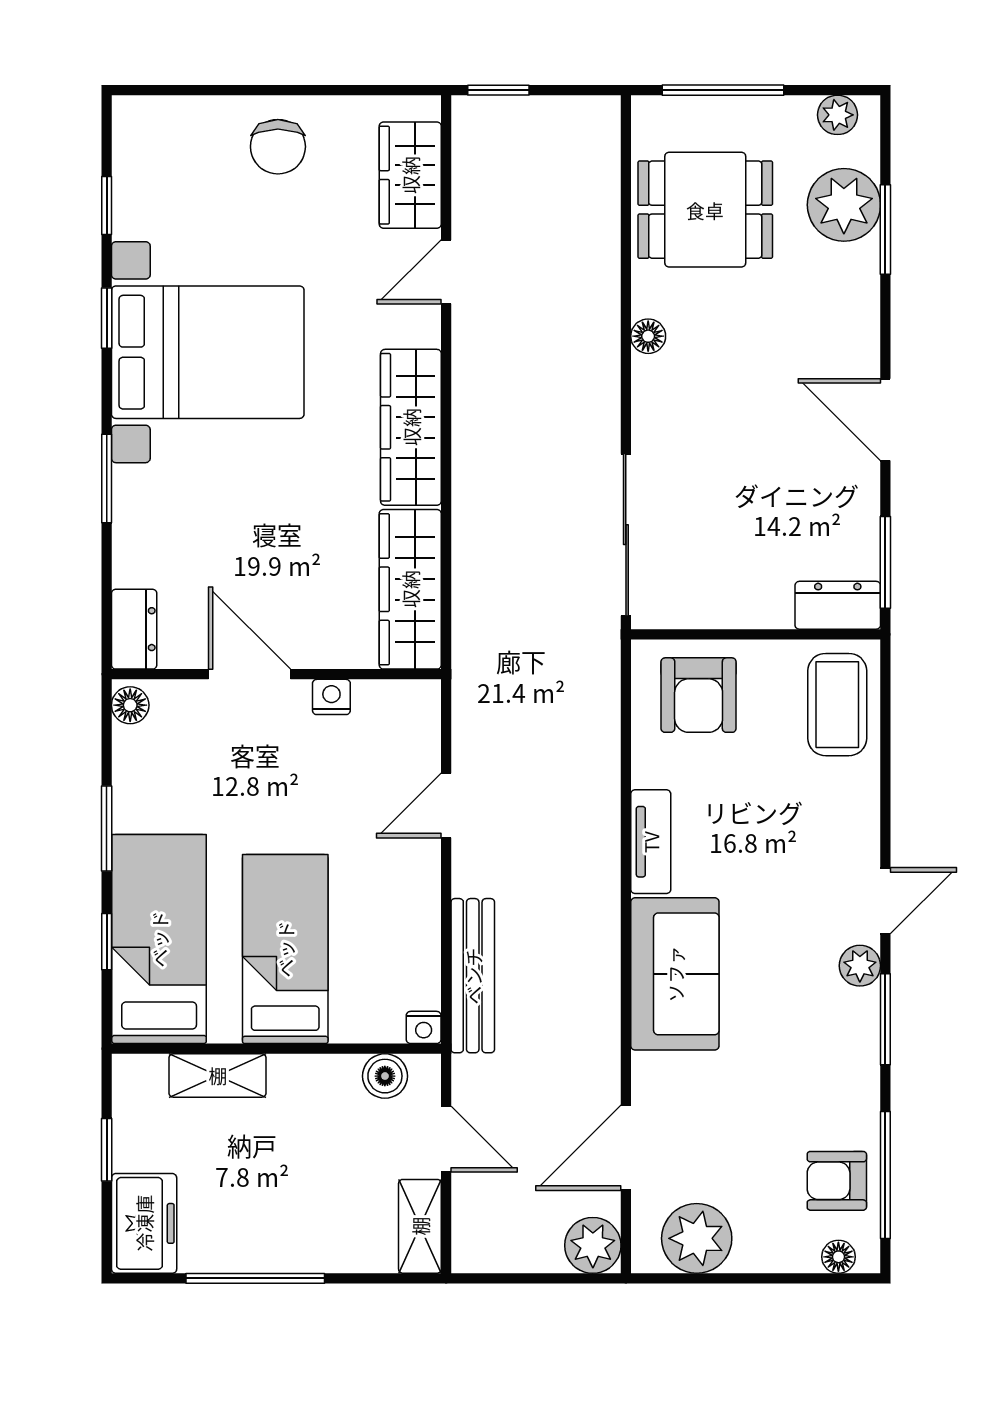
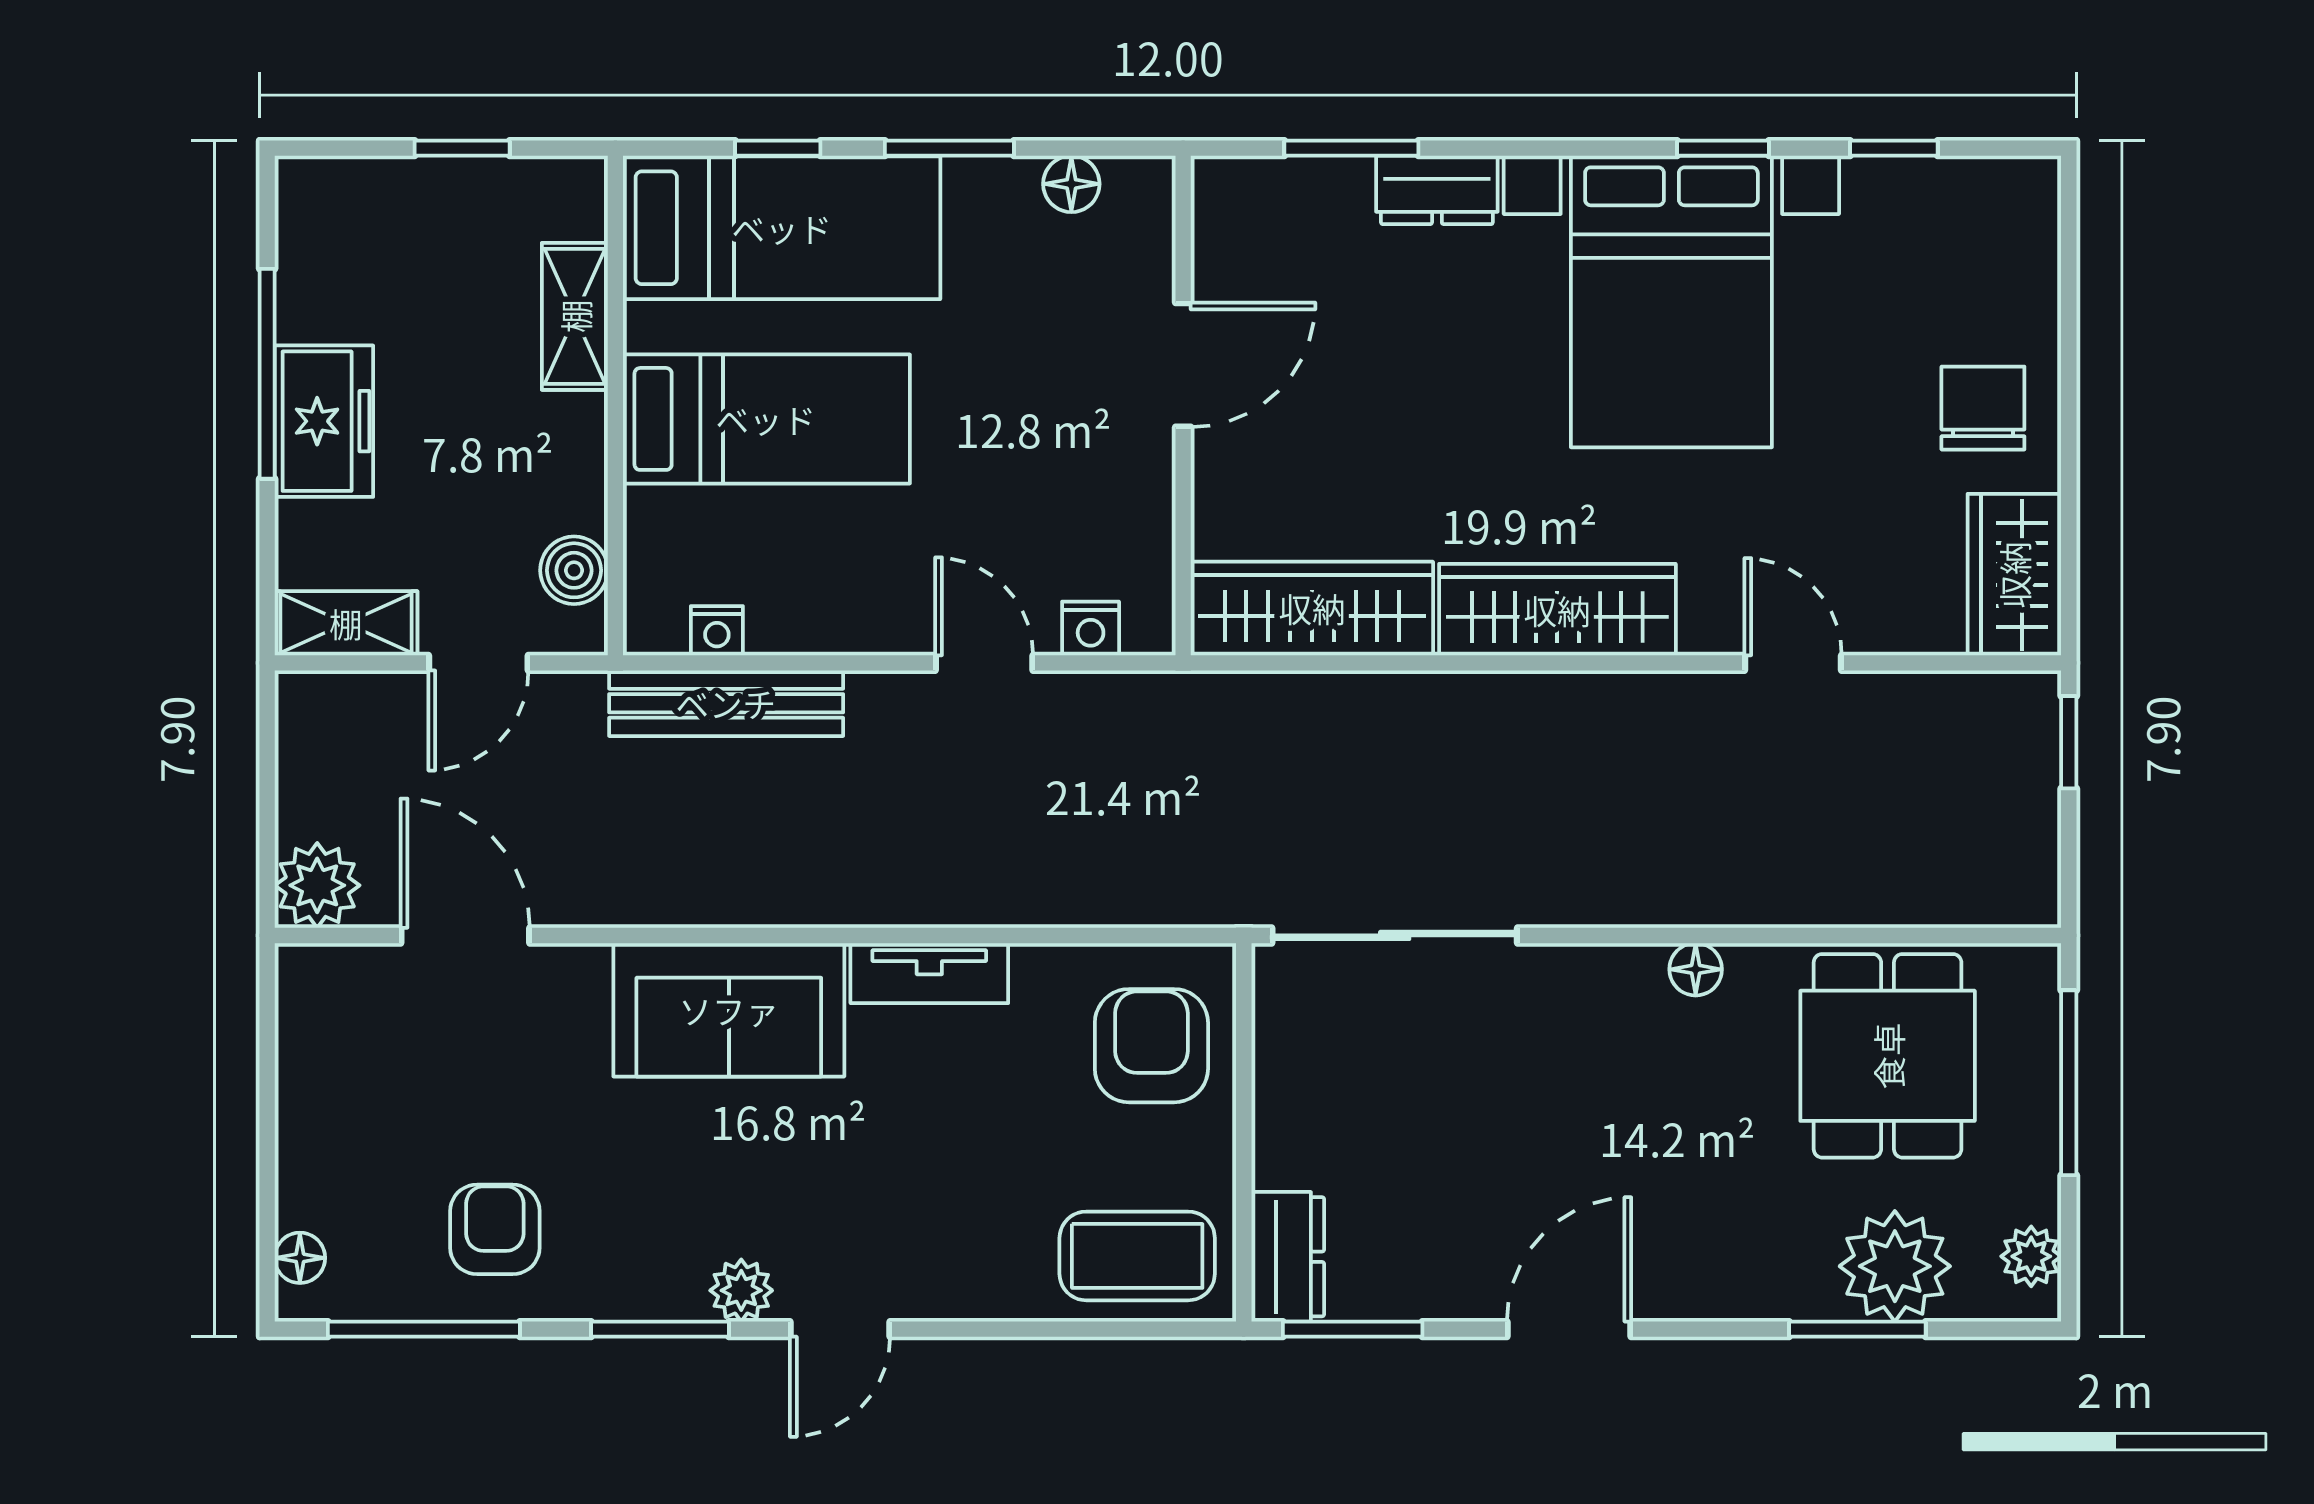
chair: (278, 147) -> (1983, 408), turned 90
wardrobe: (410, 175) -> (2014, 575), moved, turned -90
window: (107, 479) -> (1351, 148), moved
dresser: (134, 629) -> (1437, 190), moved
armchair: (699, 695) -> (1151, 1046), turned 90
nightstand: (331, 697) -> (1091, 628), moved, turned 90
floor lamp: (130, 705) -> (1071, 184), moved
door: (885, 901) -> (840, 1329), hinge flipped
nightstand: (424, 1027) -> (717, 631), moved, turned -90
armchair: (837, 1181) -> (495, 1229), moved
freezer: (144, 1223) -> (324, 421), moved, turned -90
plant: (697, 1238) -> (328, 1043), removed

